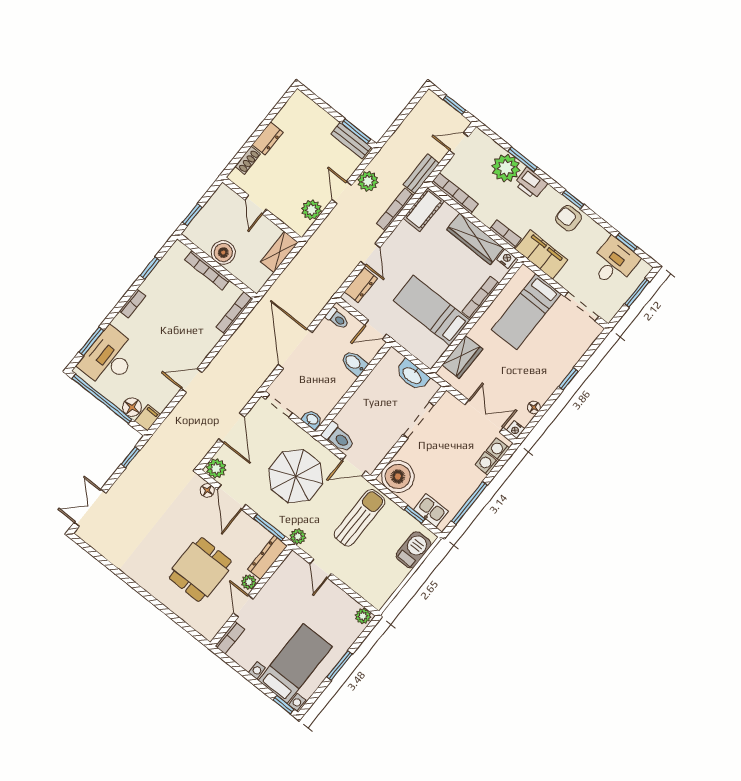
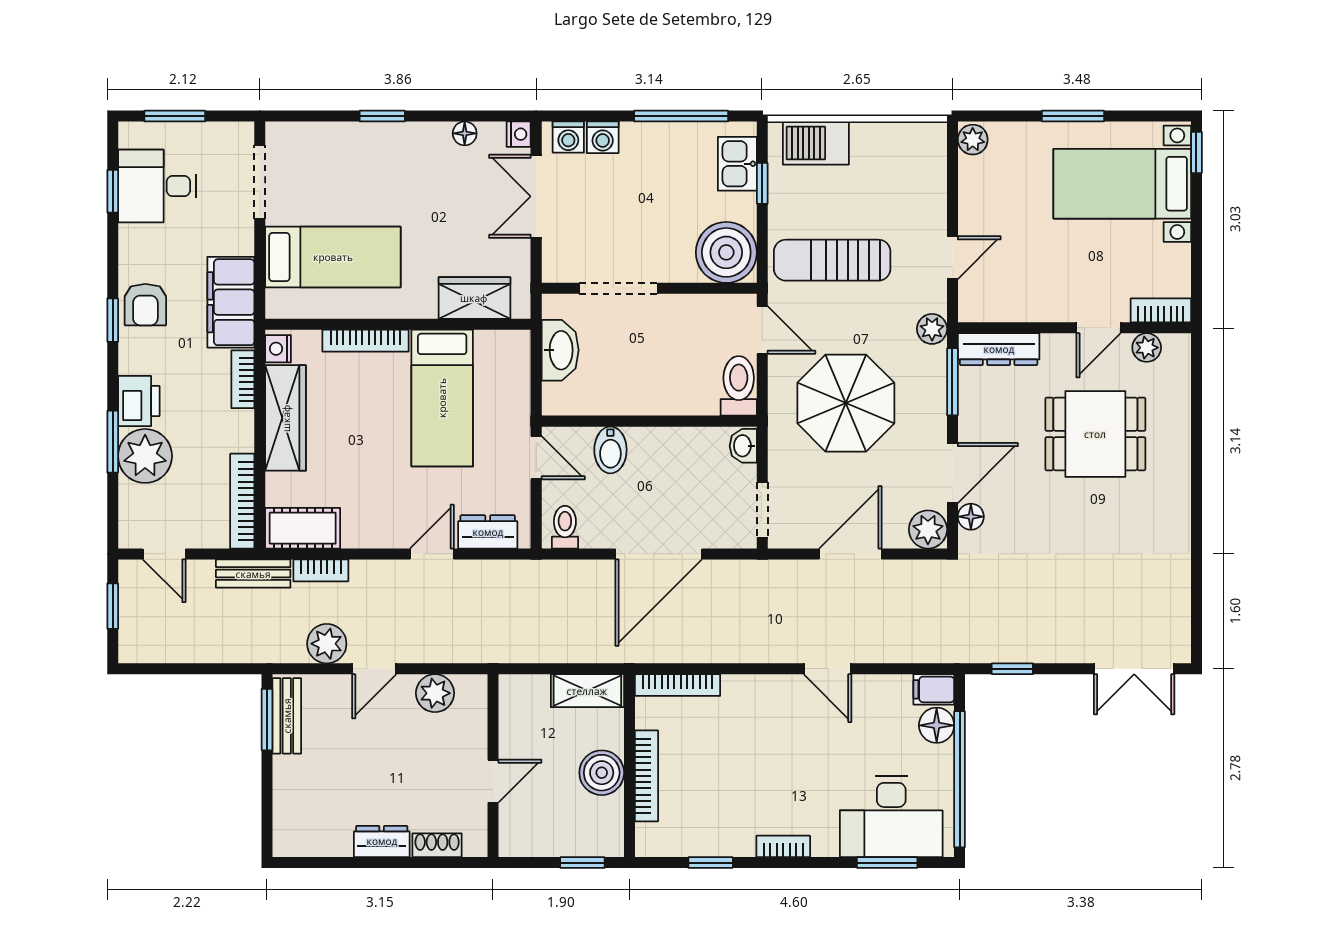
bookcase: (395, 209) -> (321, 570), width x0.64
shelving: (279, 252) -> (587, 691), moved
plant: (249, 582) -> (1147, 348), moved

